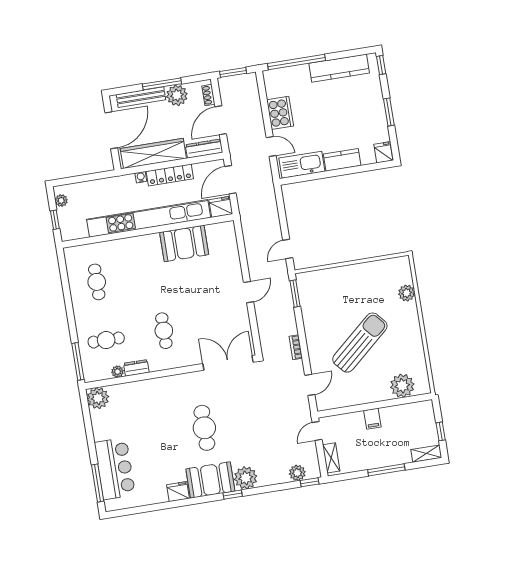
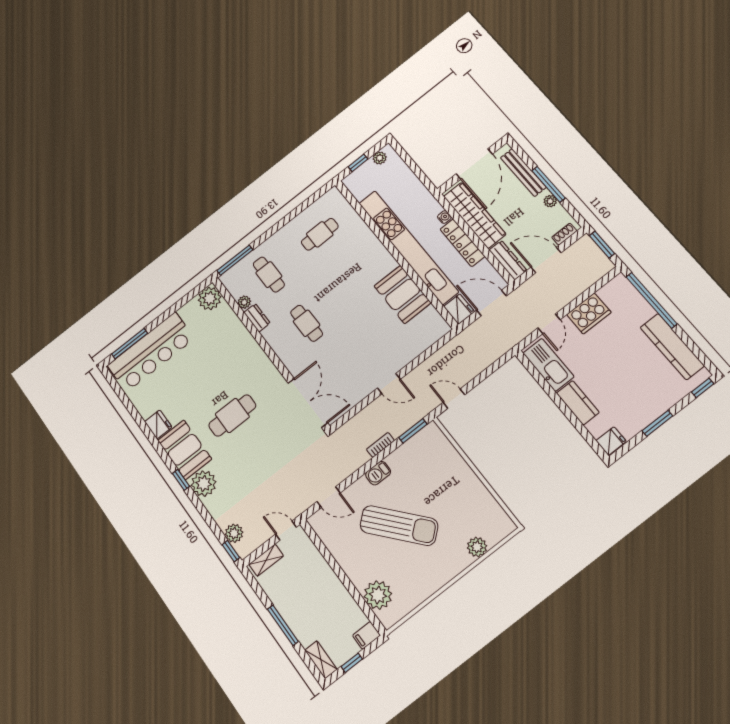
plant: (177, 95) -> (550, 201), width x0.53, depth x0.53
door: (111, 130) -> (474, 164), hinge flipped
cafe table: (164, 331) -> (307, 323), turned 90
barbecue: (312, 337) -> (378, 473), added
bookcase: (296, 347) -> (380, 445), moved
filing cabinet: (372, 419) -> (366, 635), moved
bar counter: (115, 469) -> (151, 352), width x1.36

